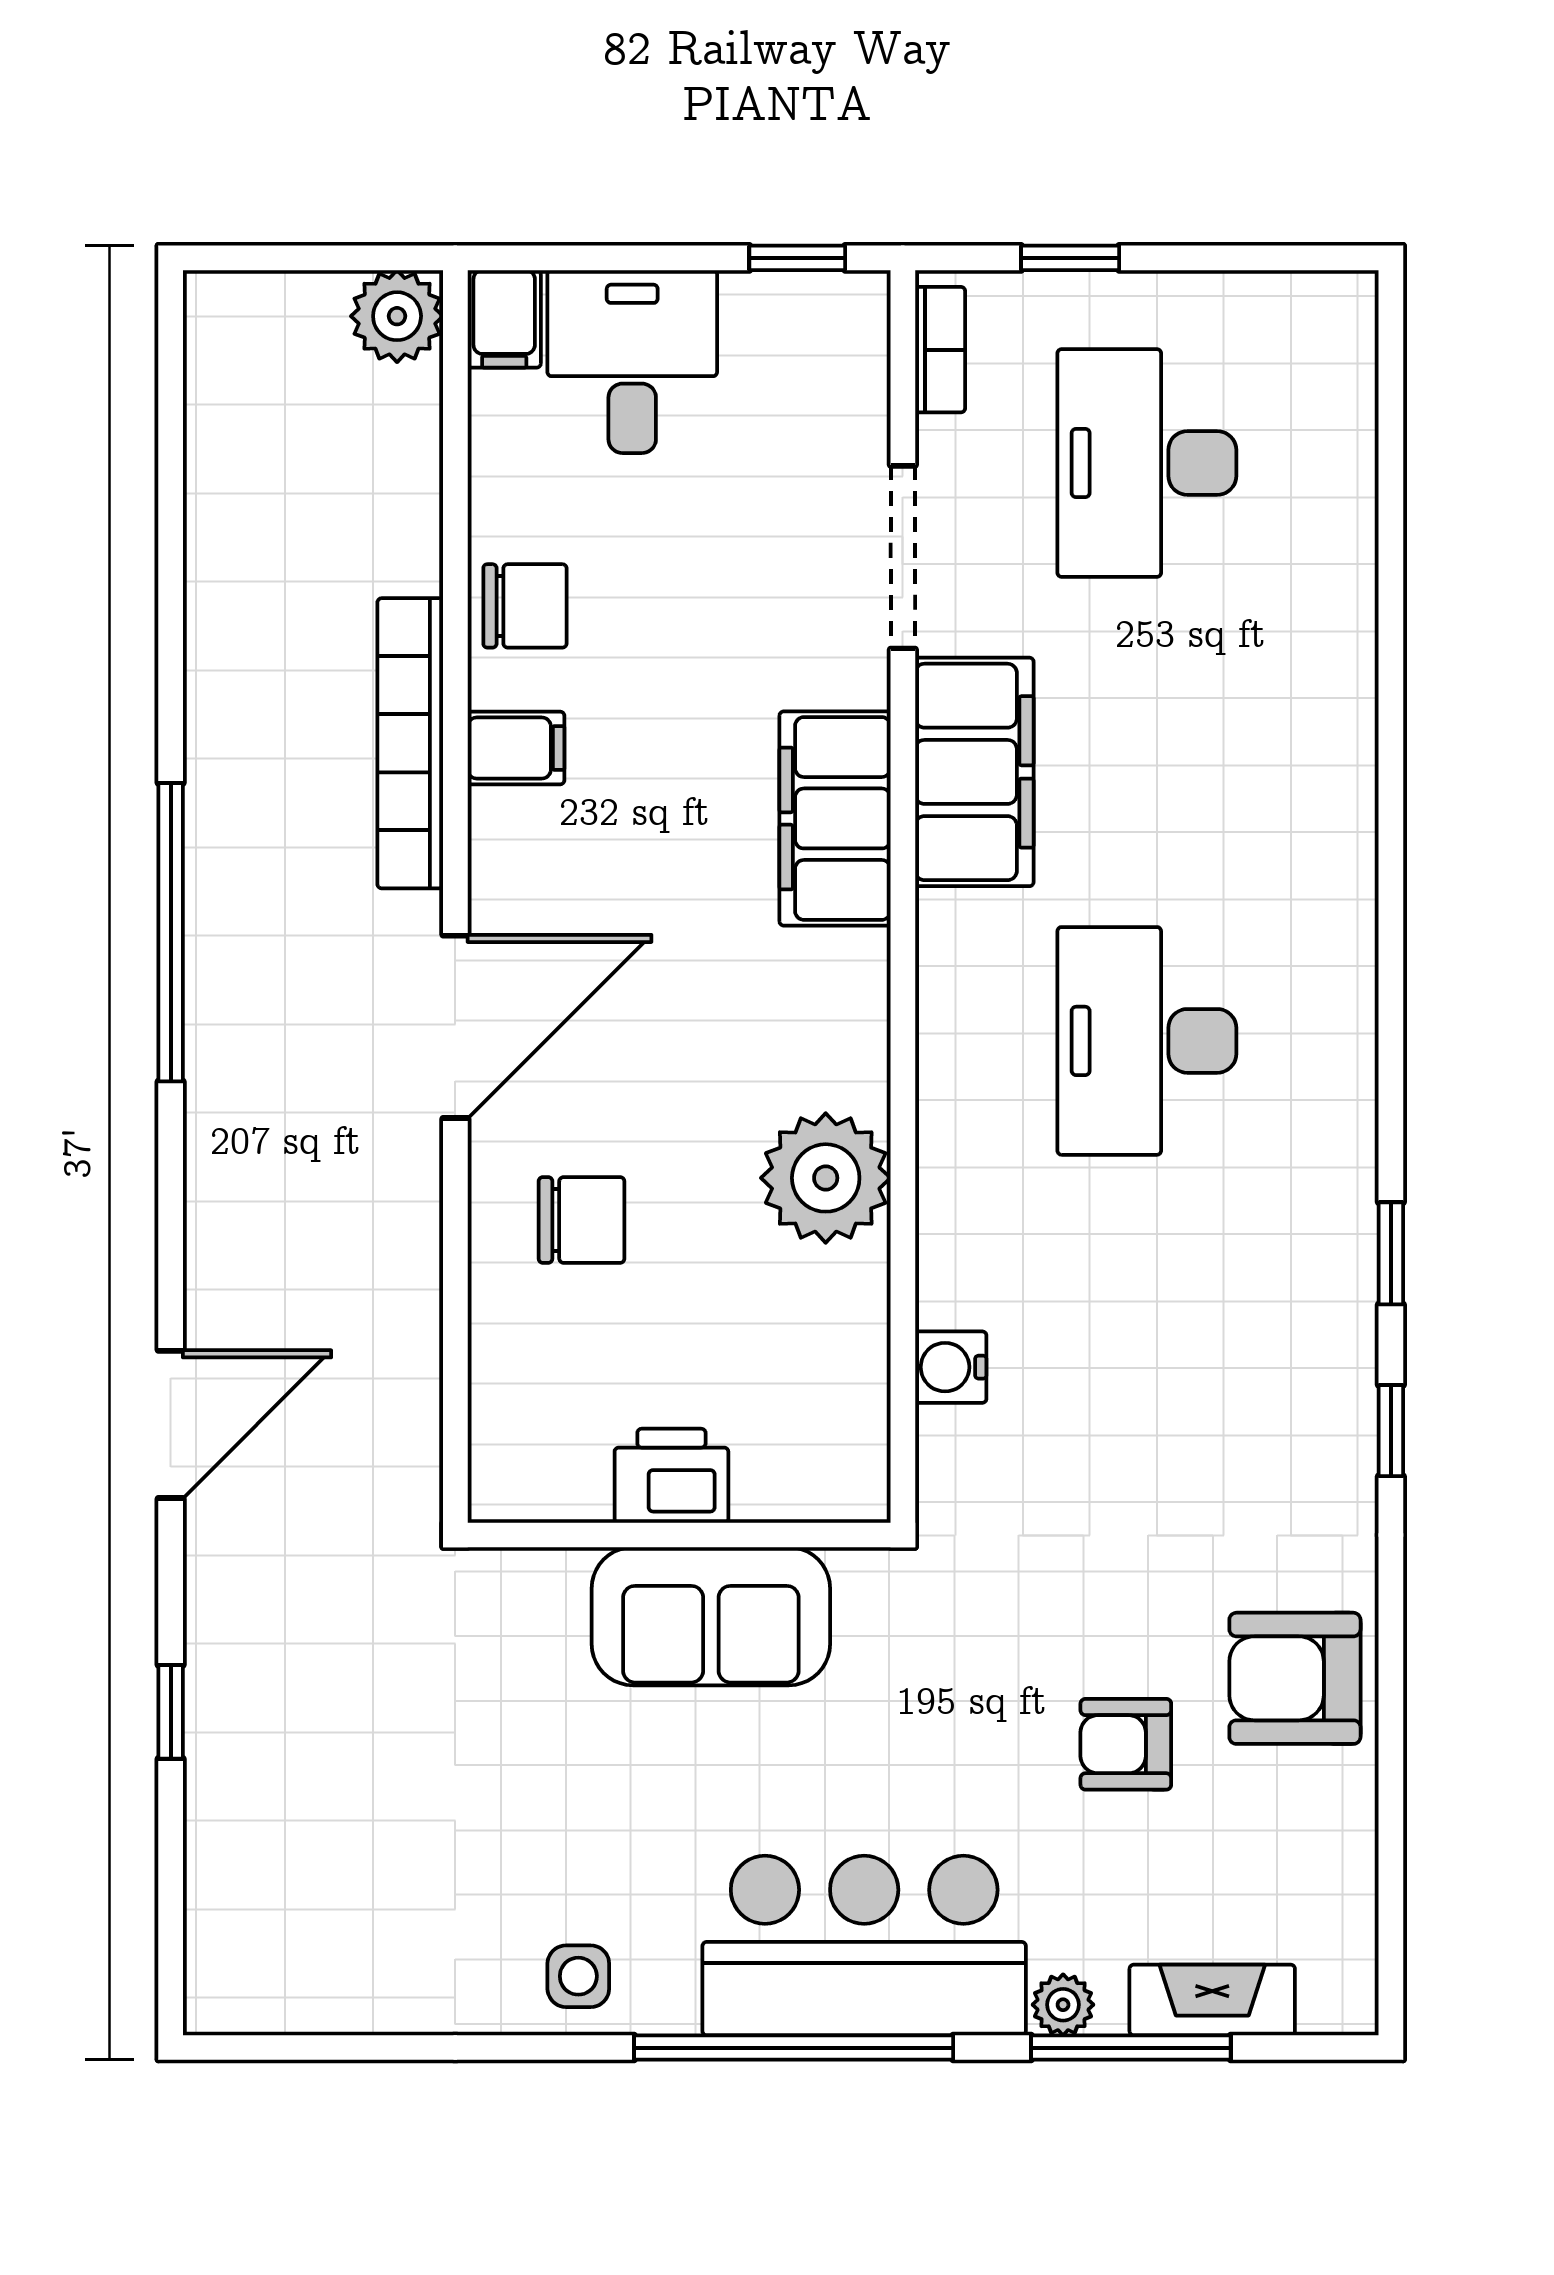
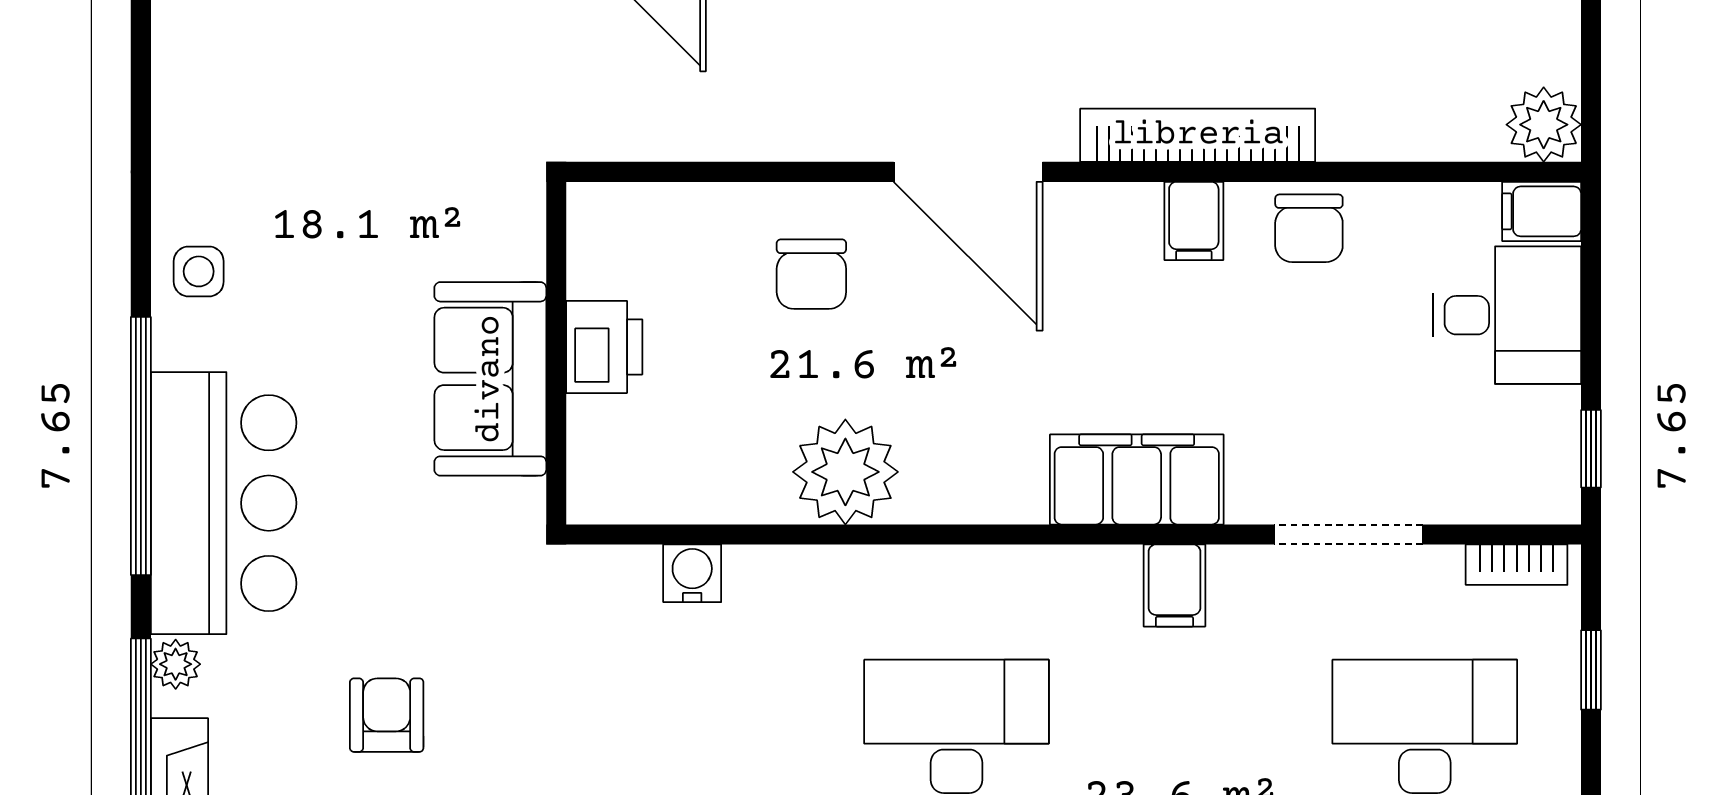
filing cabinet: (974, 772) -> (1174, 585), width x0.33, depth x0.86

